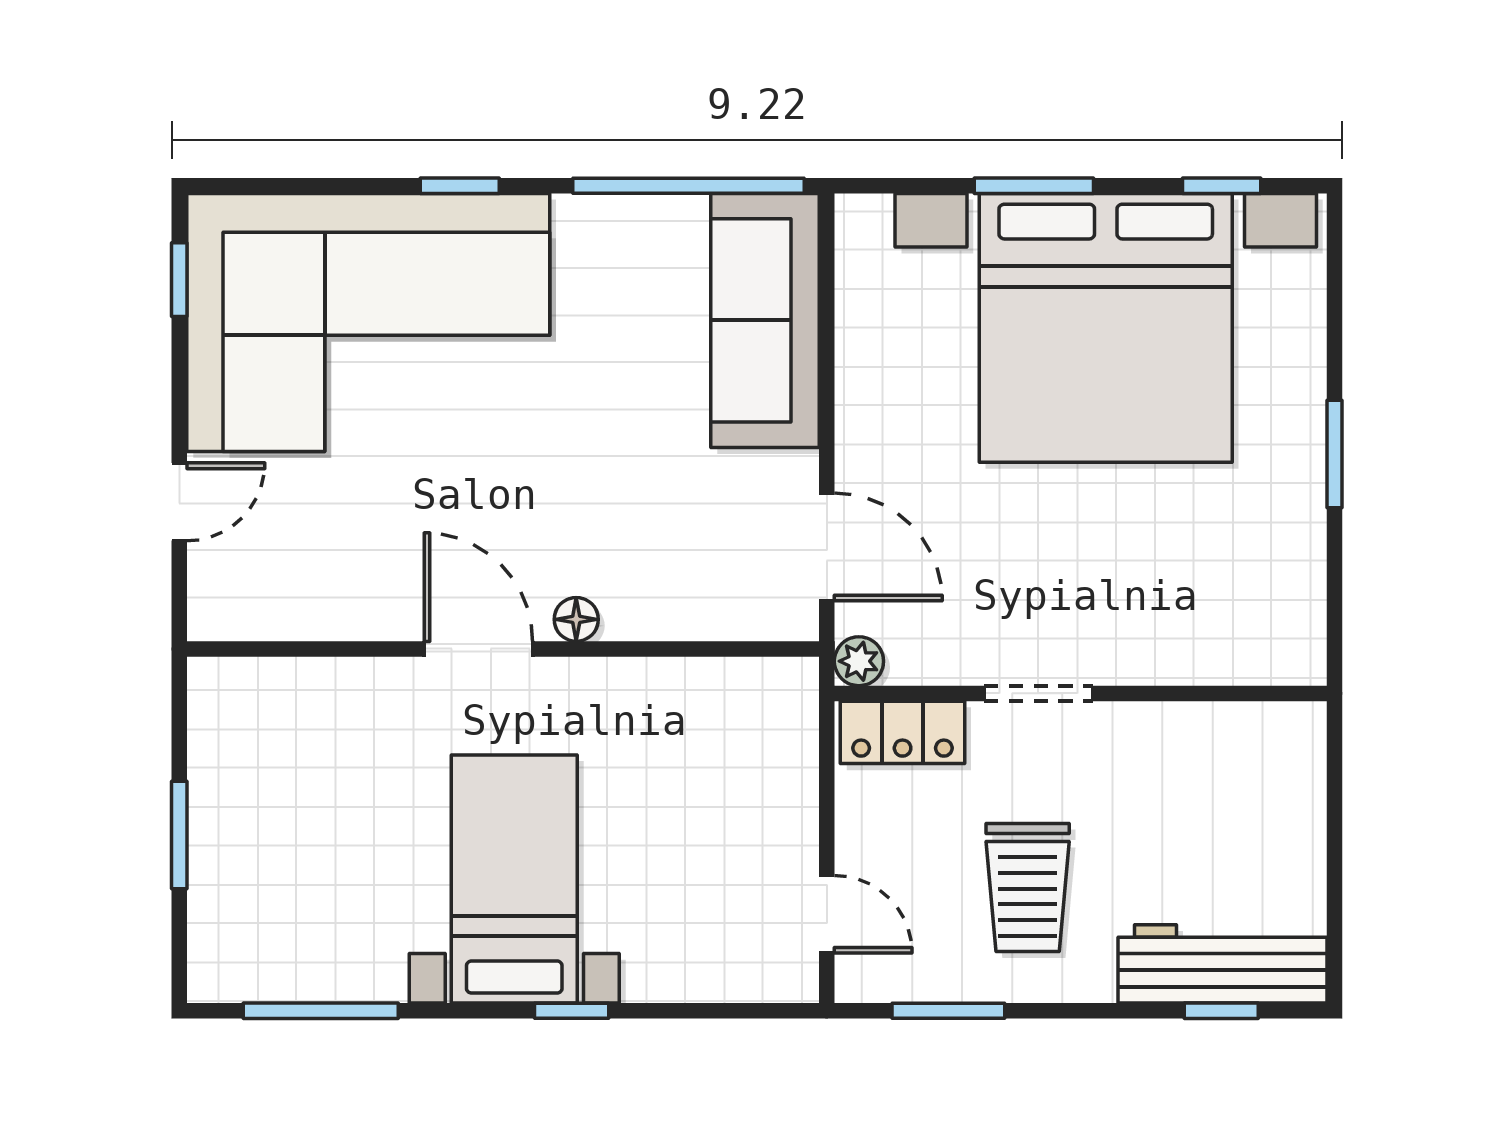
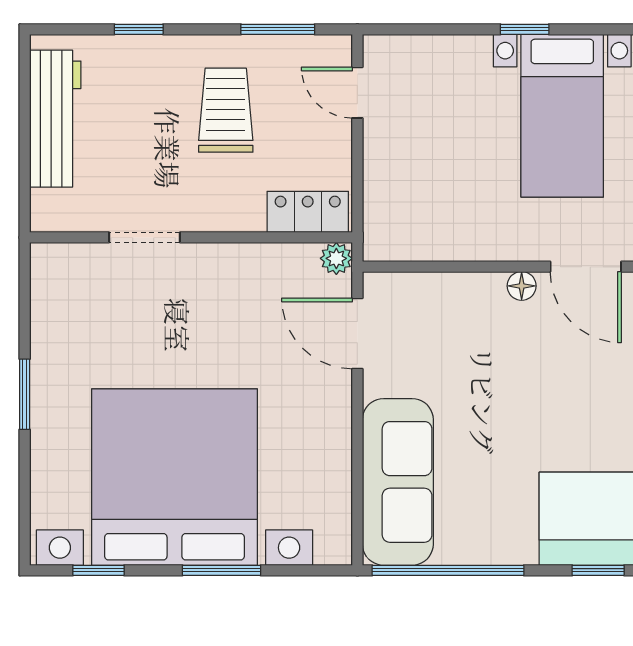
doorway: (1038, 693) -> (145, 237), moved
workbench: (1222, 964) -> (55, 119), moved, turned -90
window: (1221, 1011) -> (139, 29), moved

